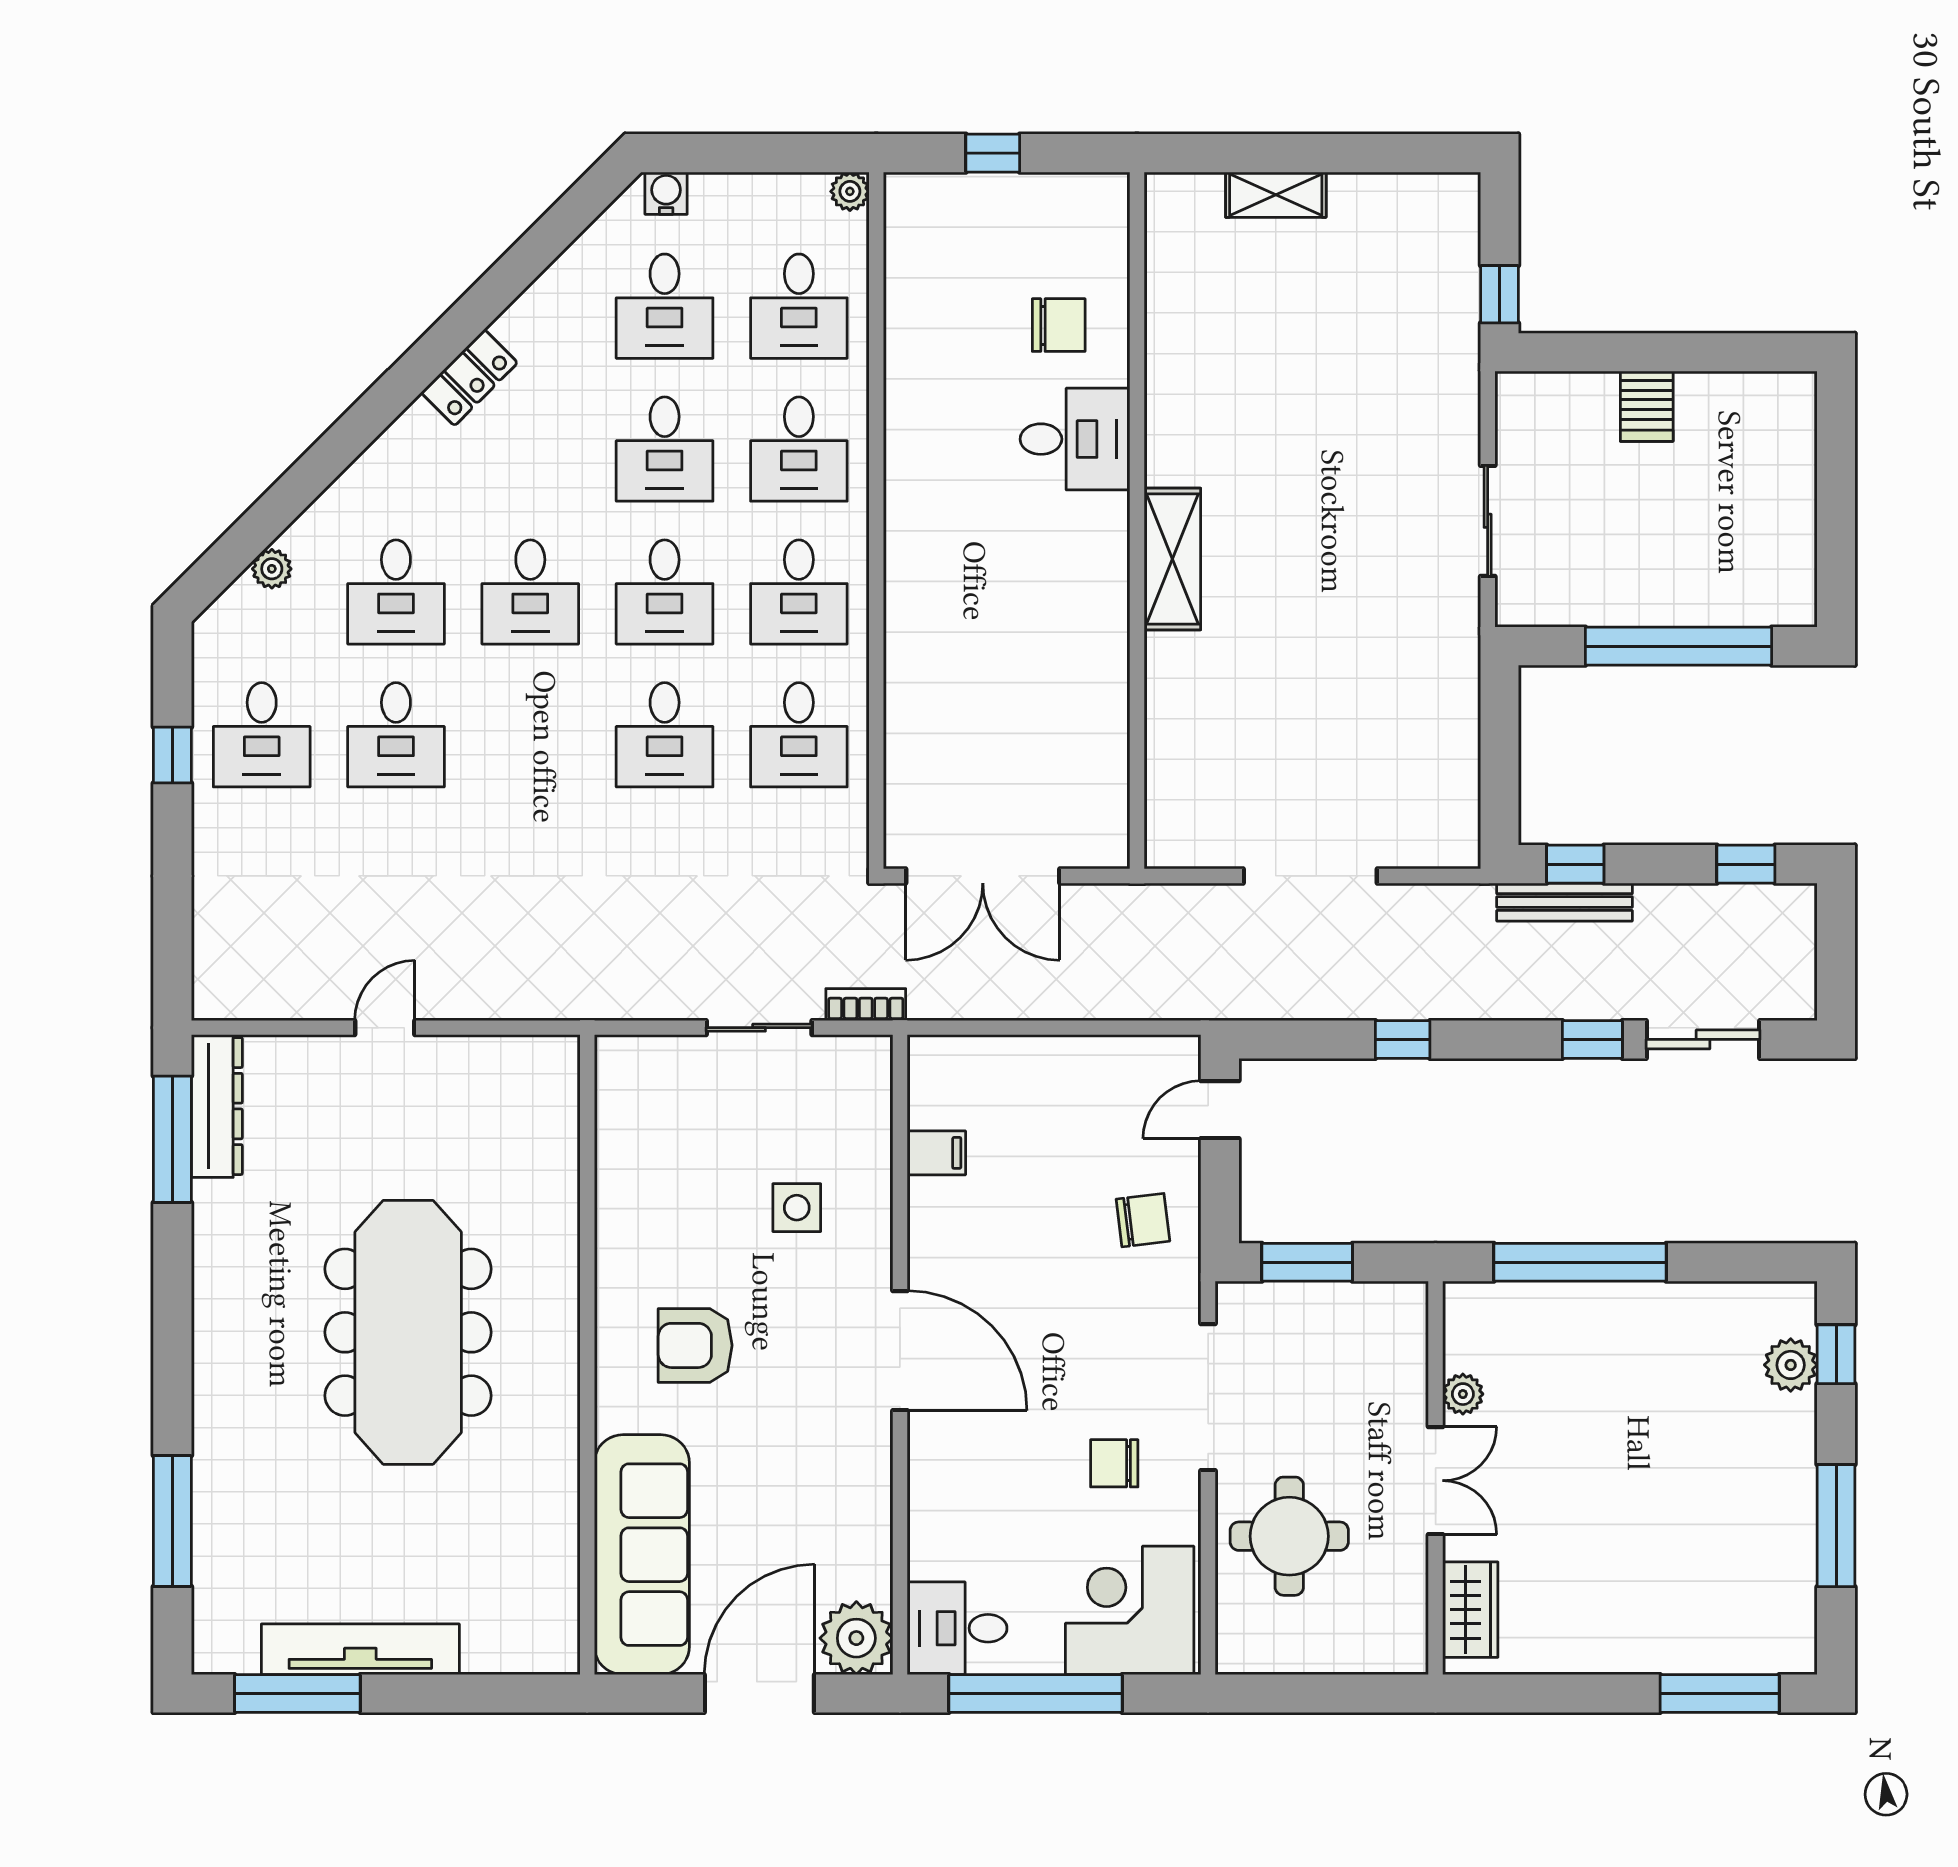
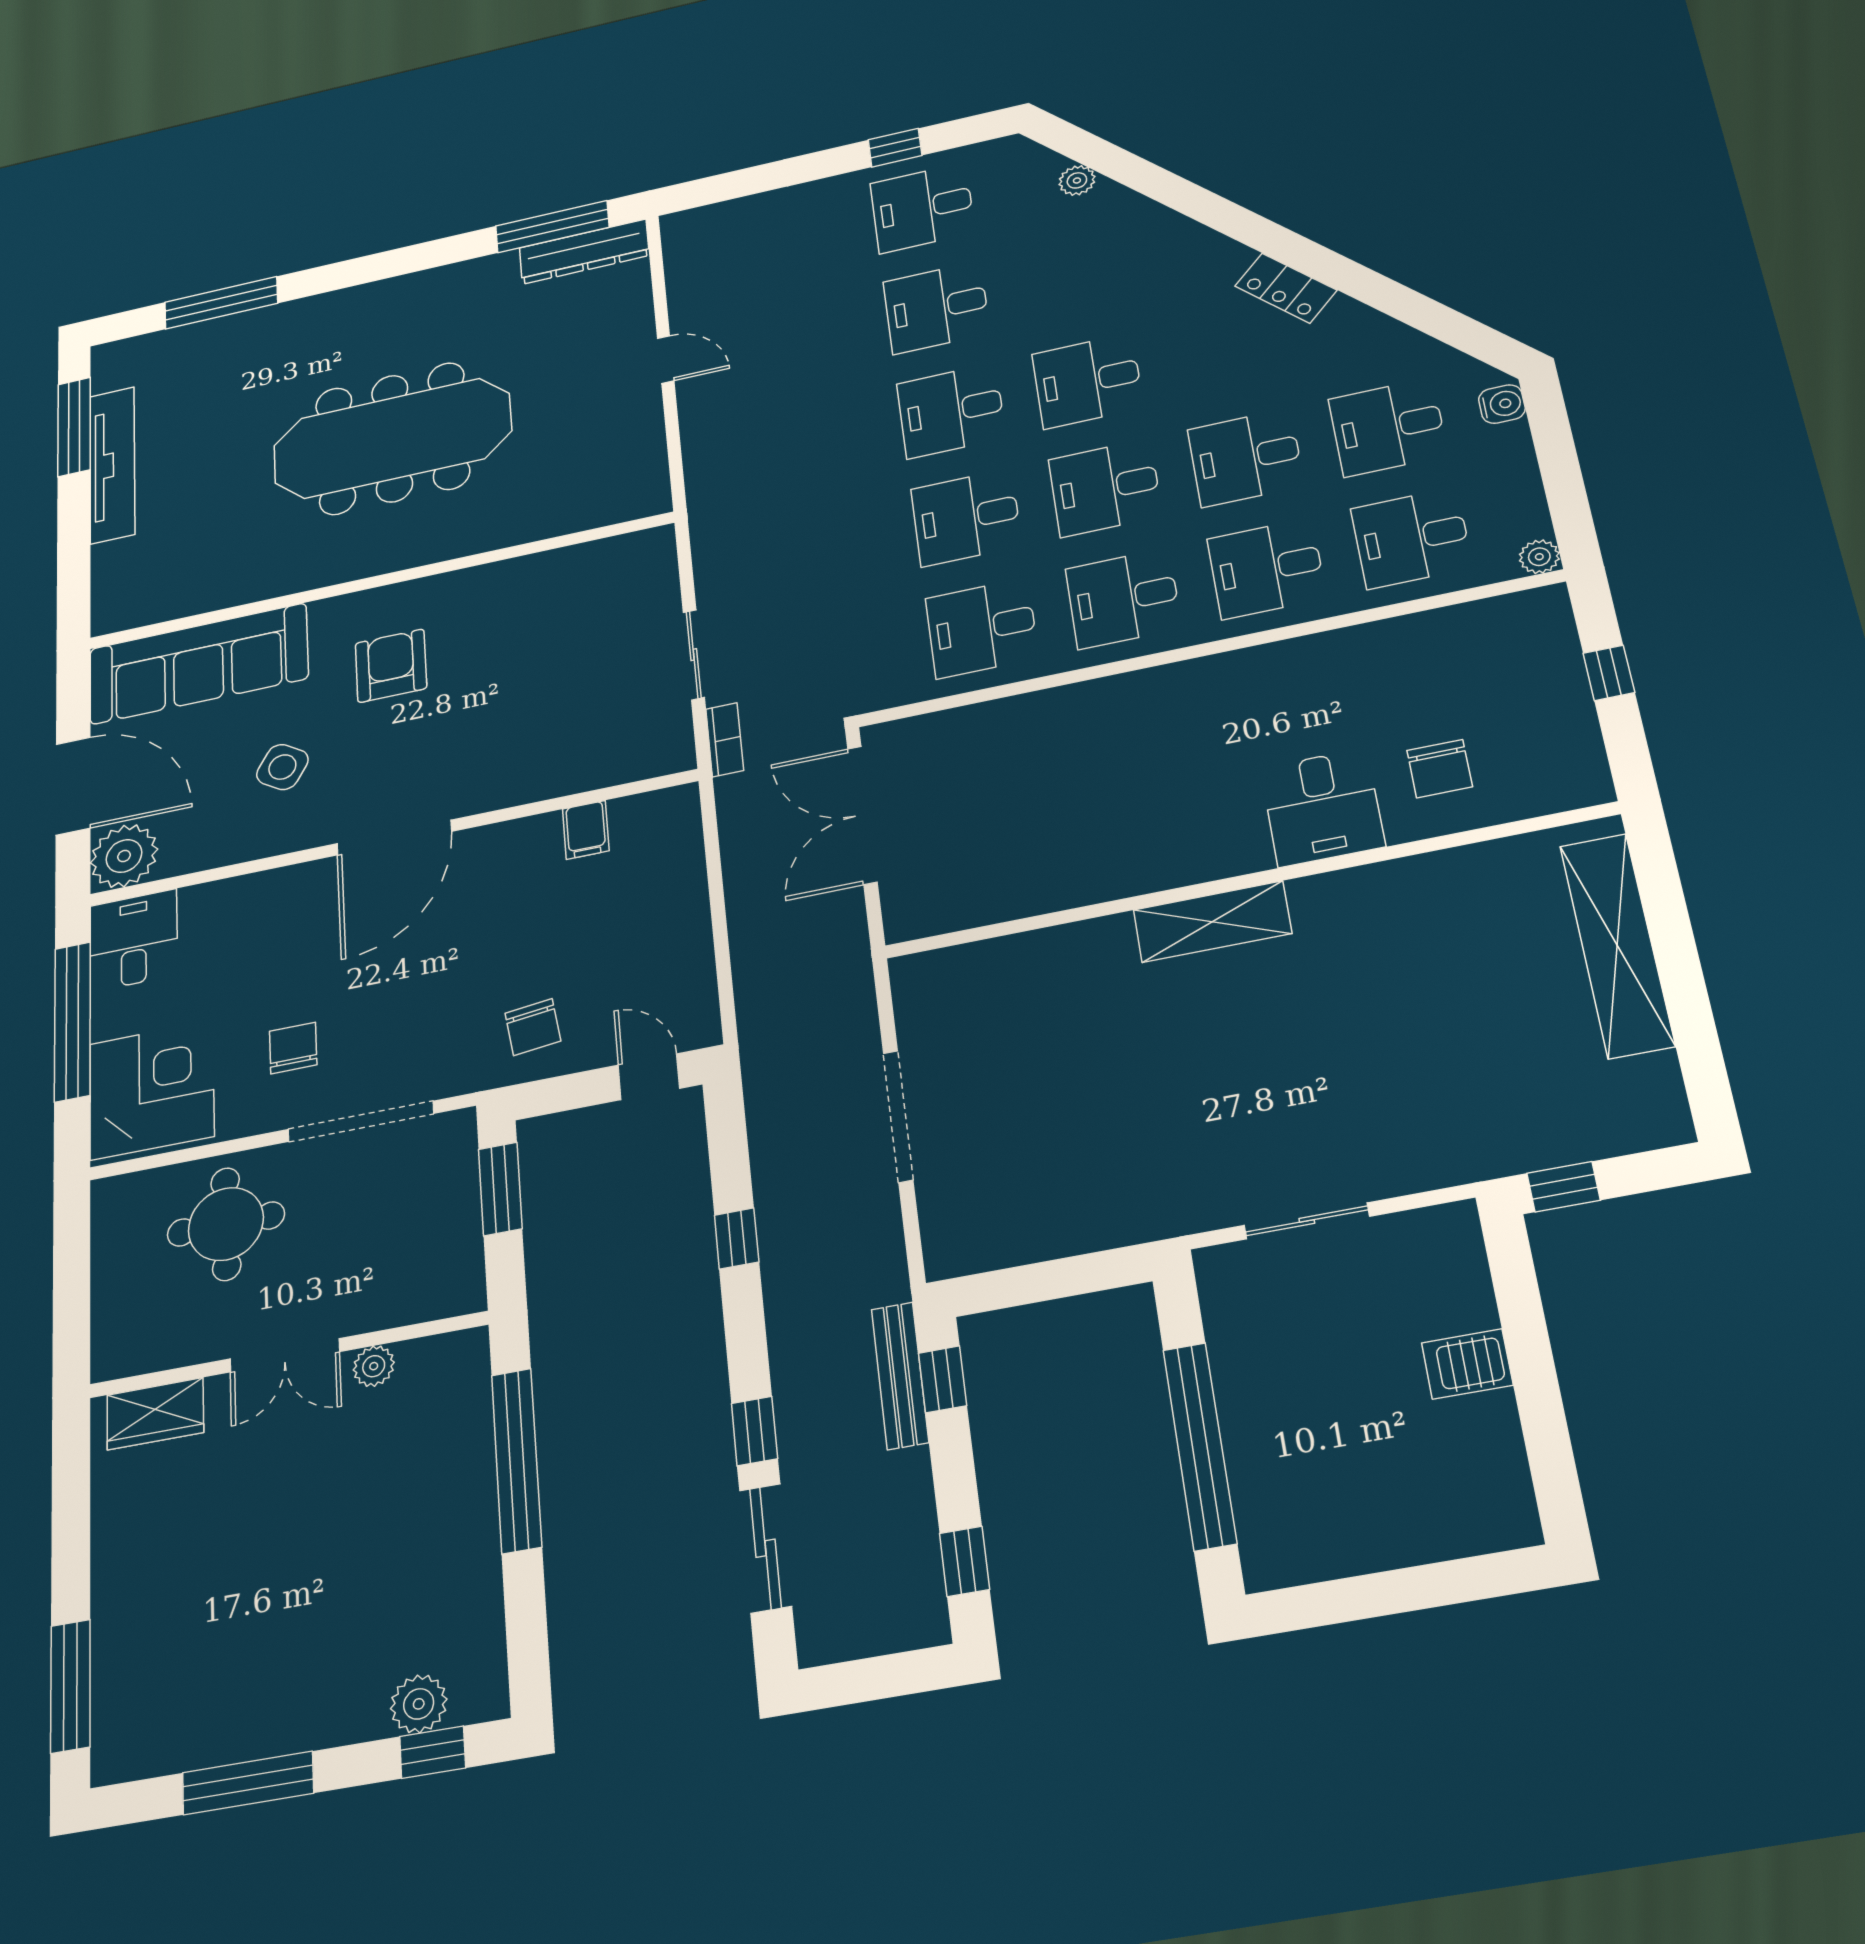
shelving: (1276, 195) -> (1617, 945), width x2.20, depth x1.33
desk: (396, 592) -> (951, 411), moved
side table: (797, 1208) -> (282, 767), moved, turned 32

